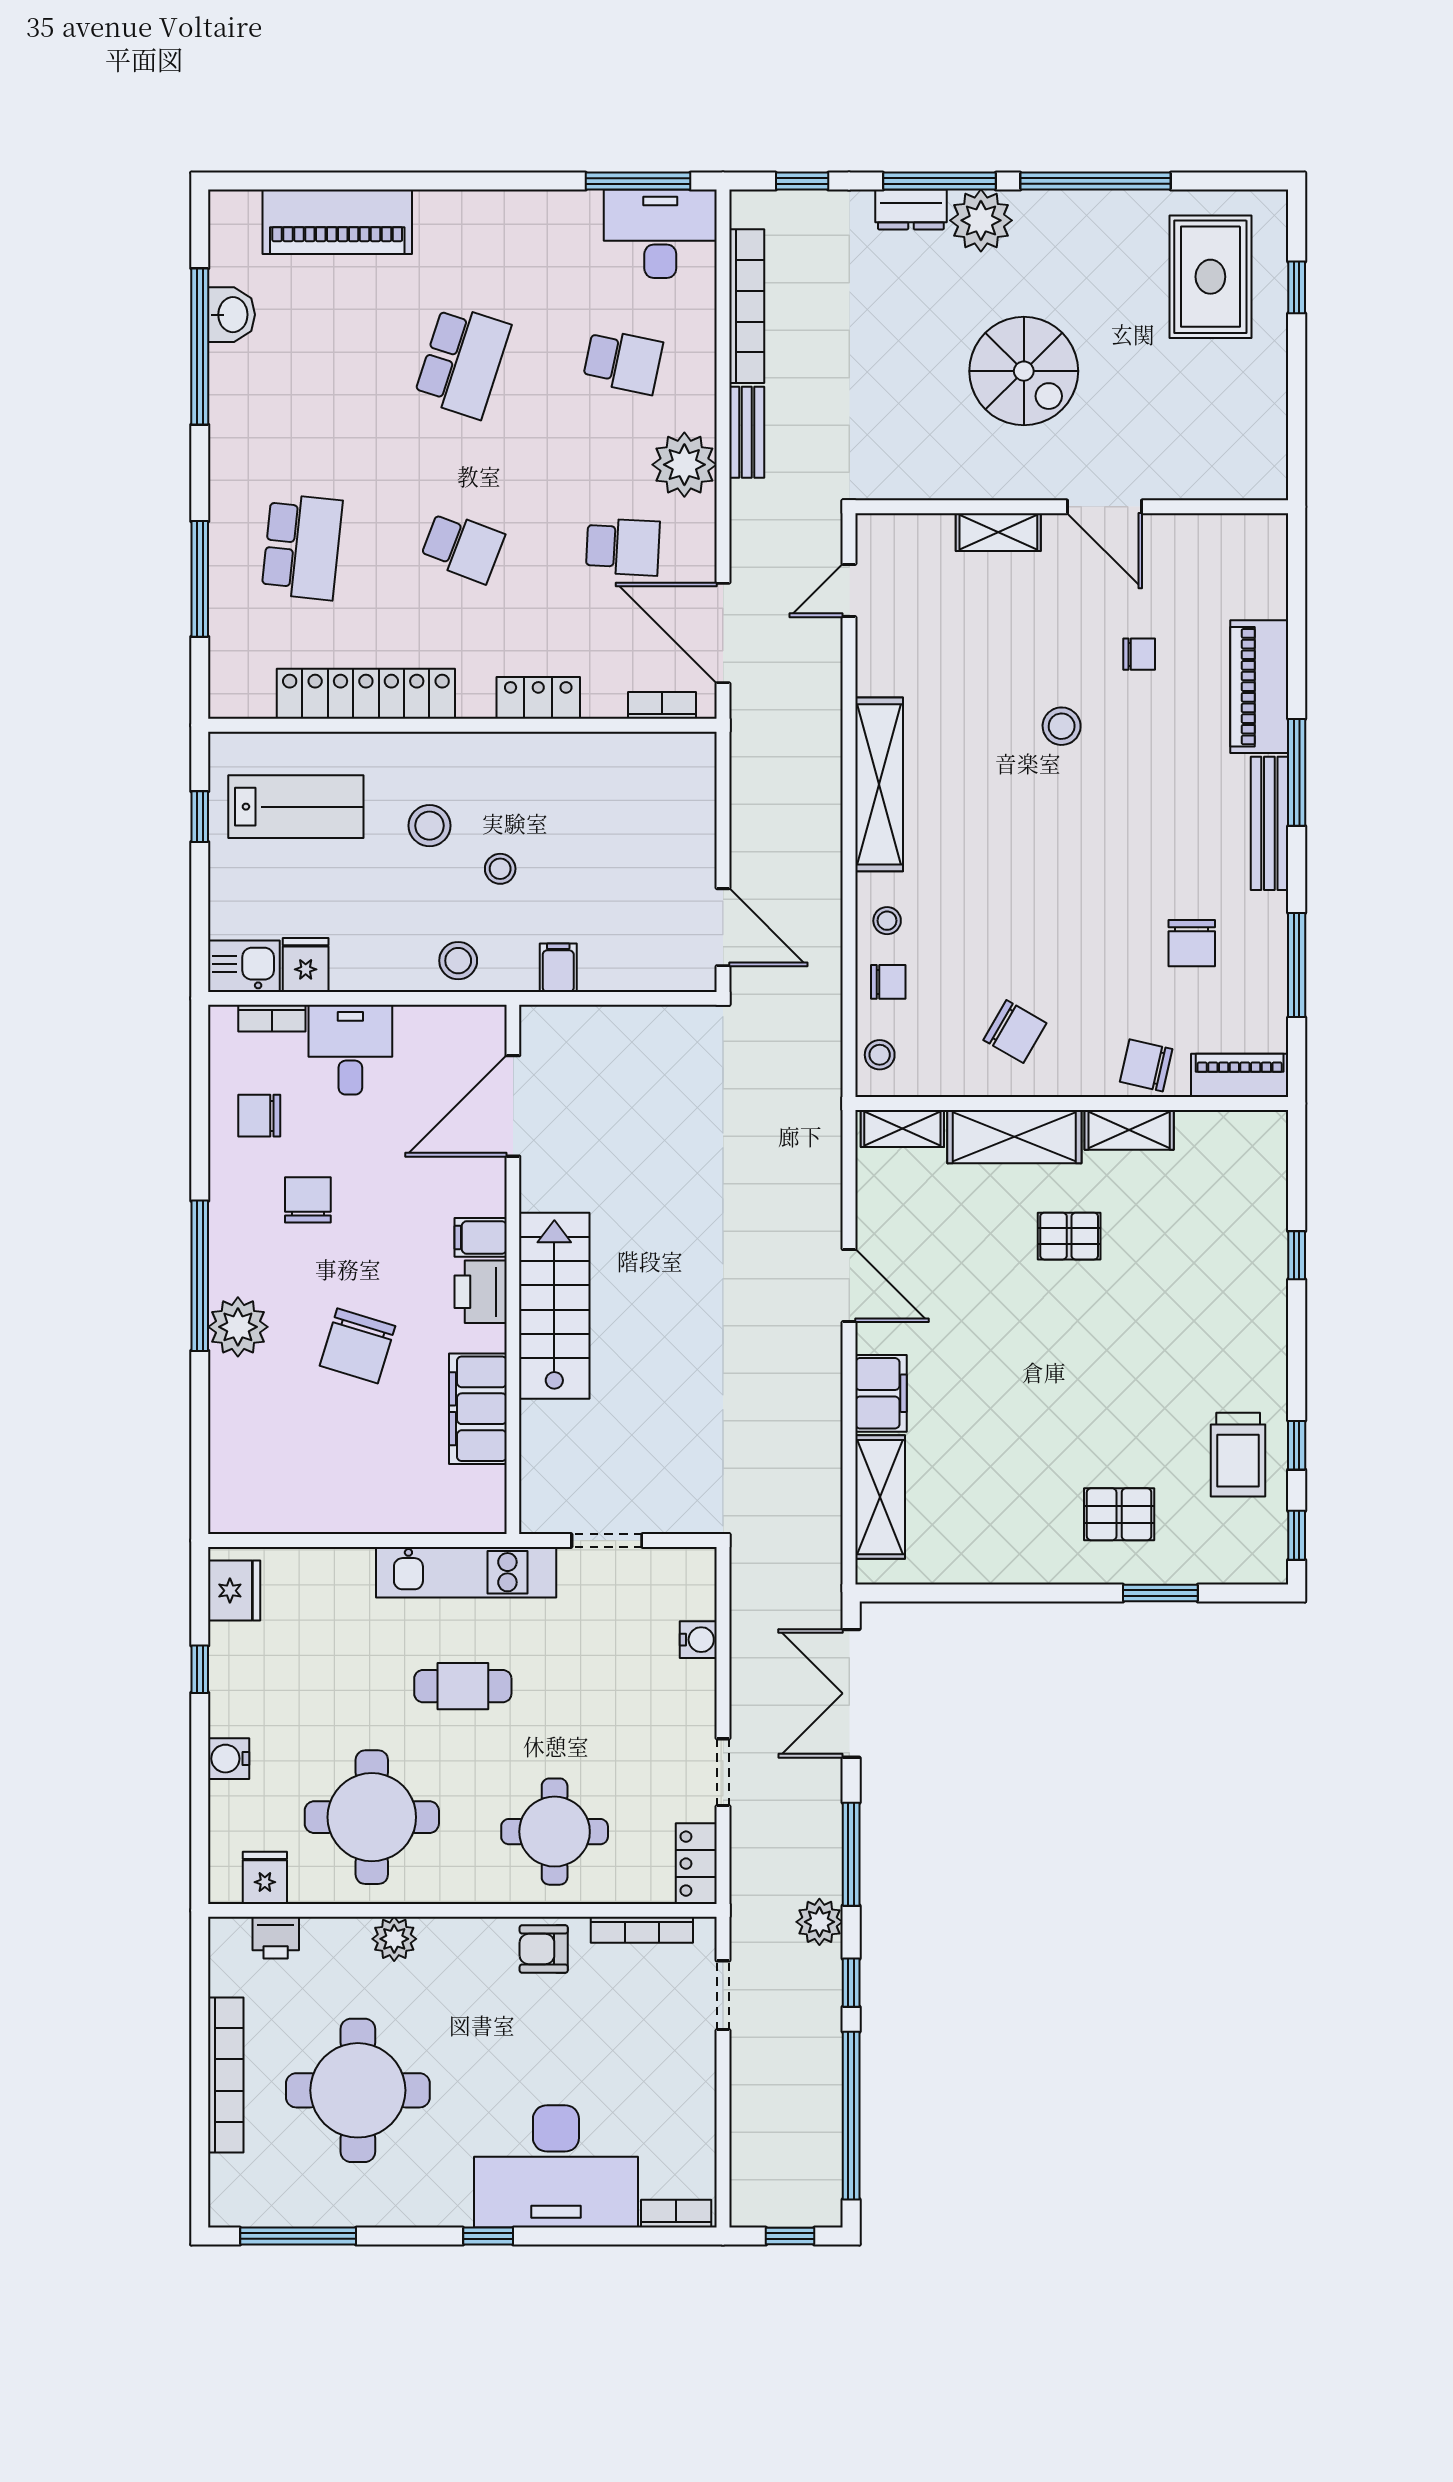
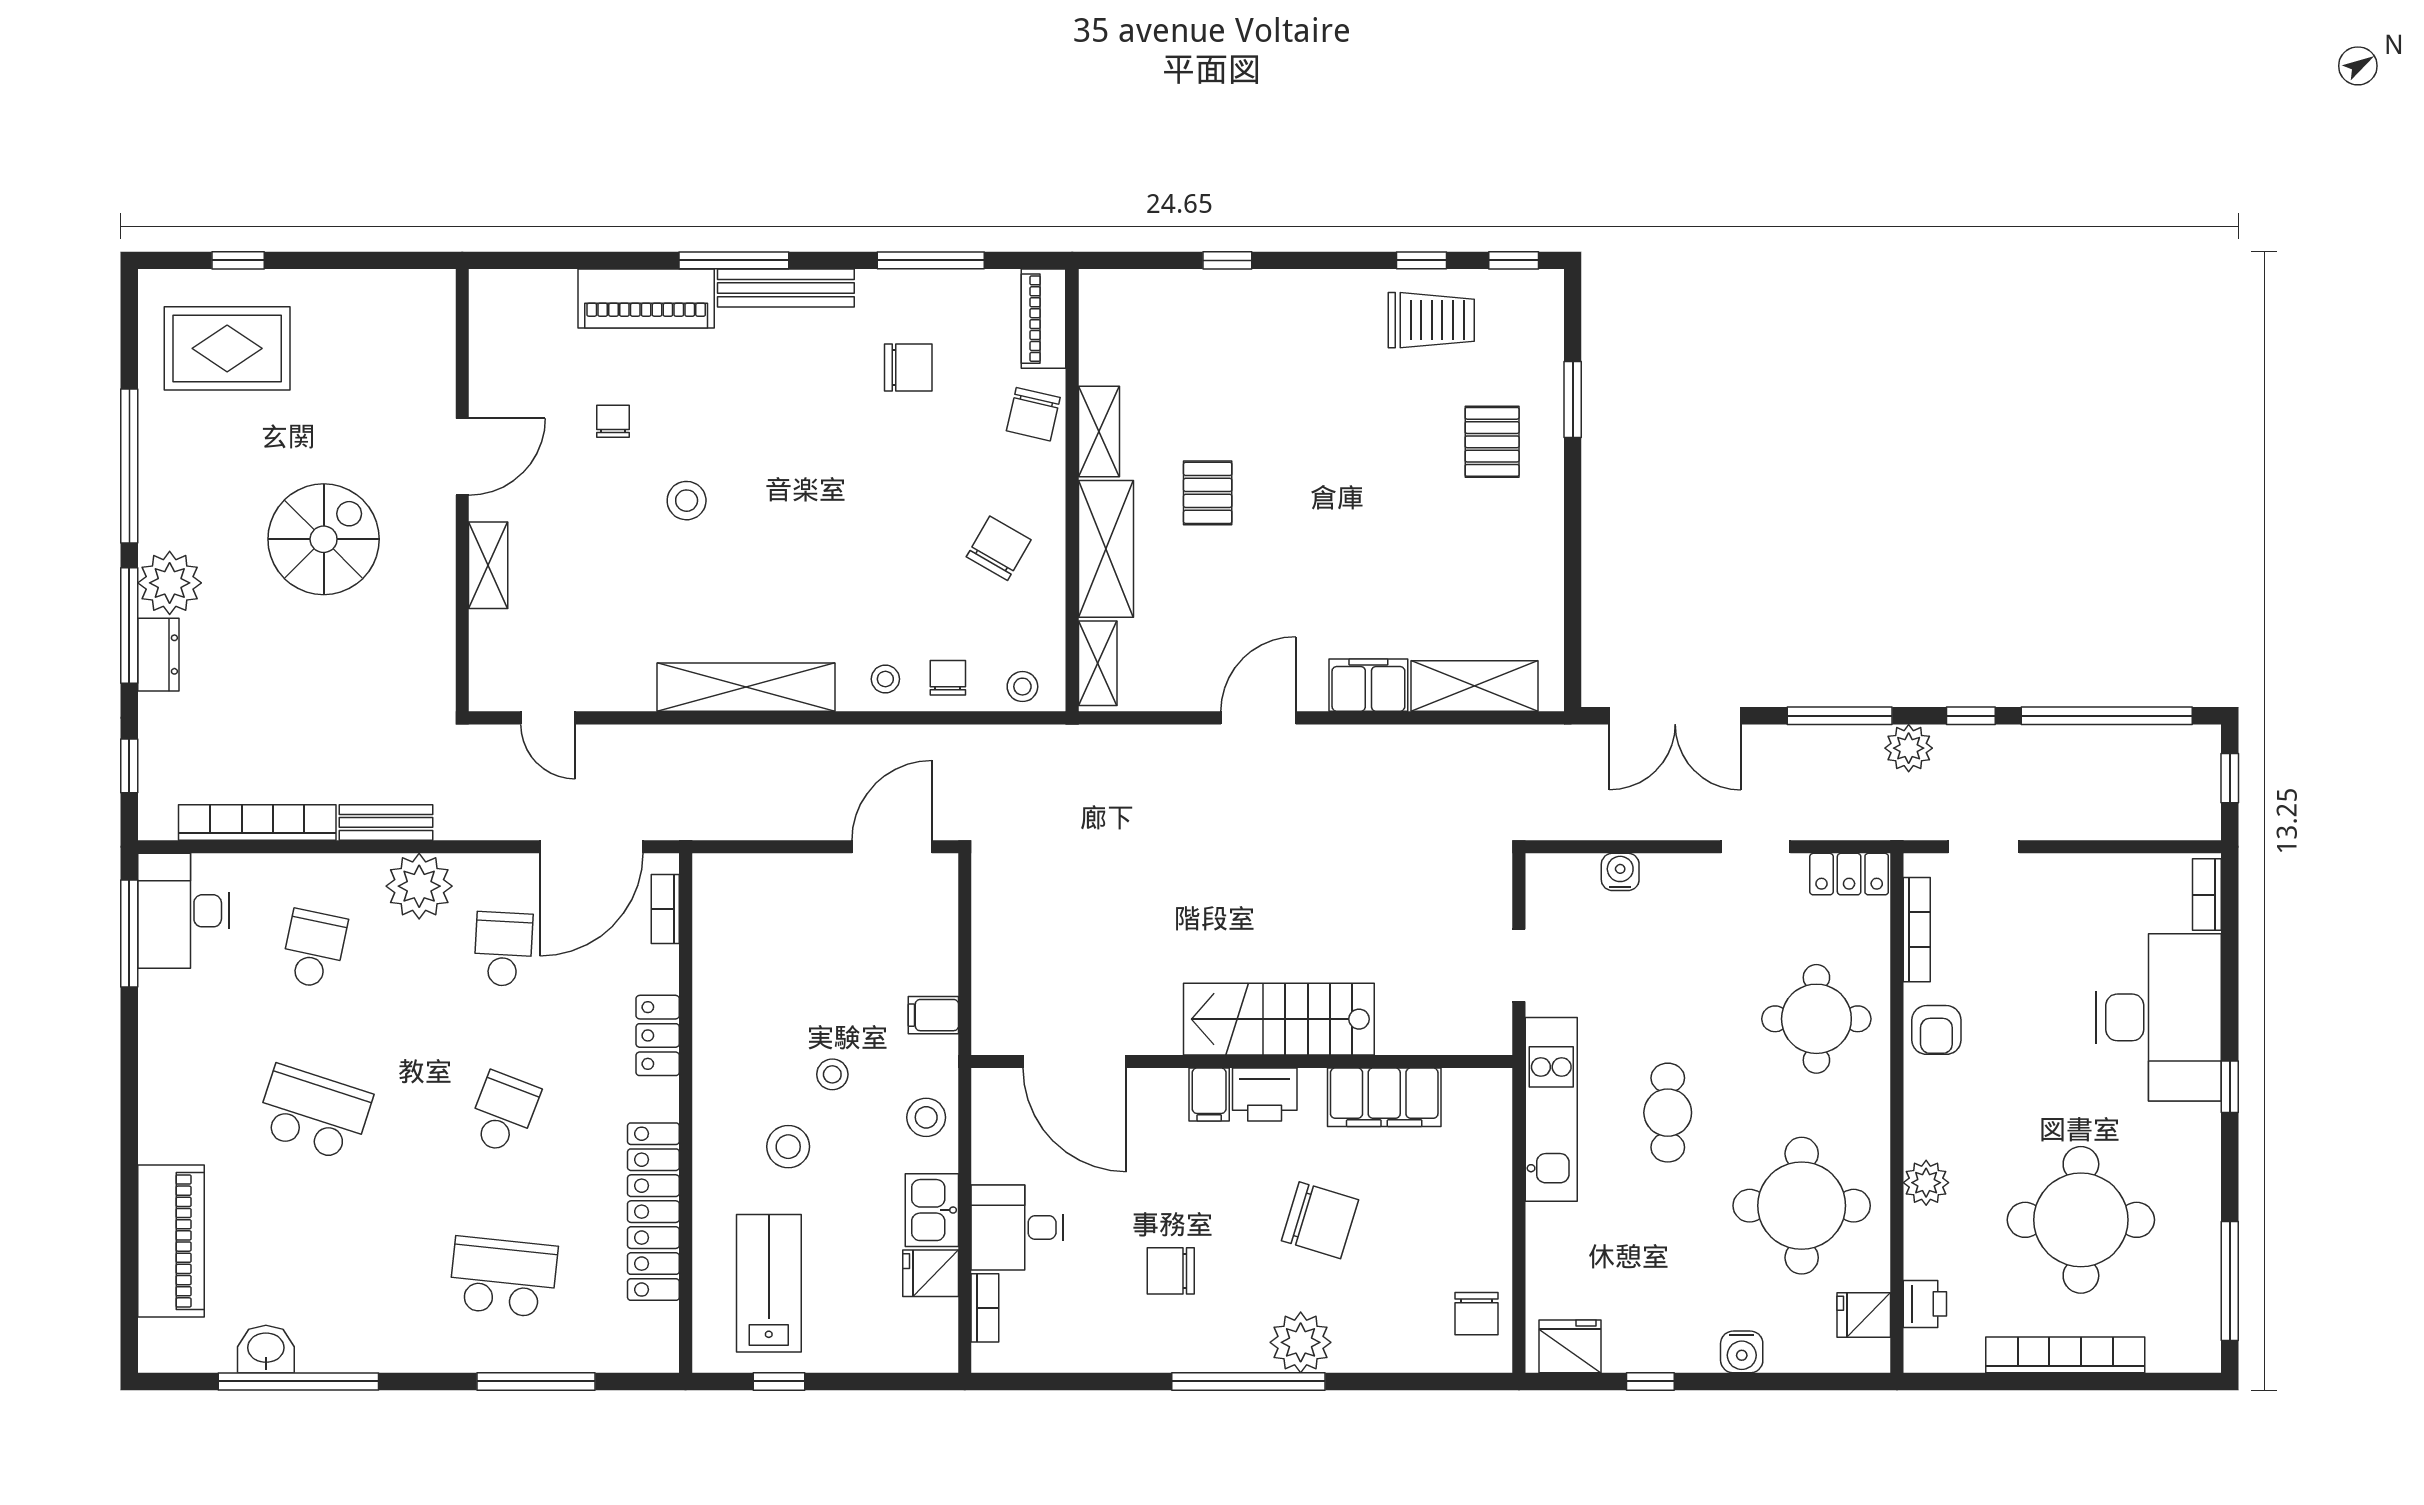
kitchen sink: (244, 966) -> (932, 1210), moved
chair: (259, 1116) -> (1476, 1314), moved

